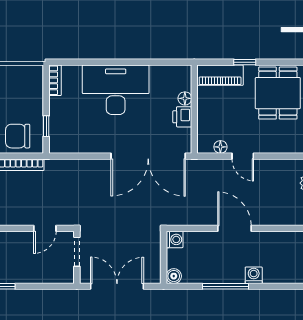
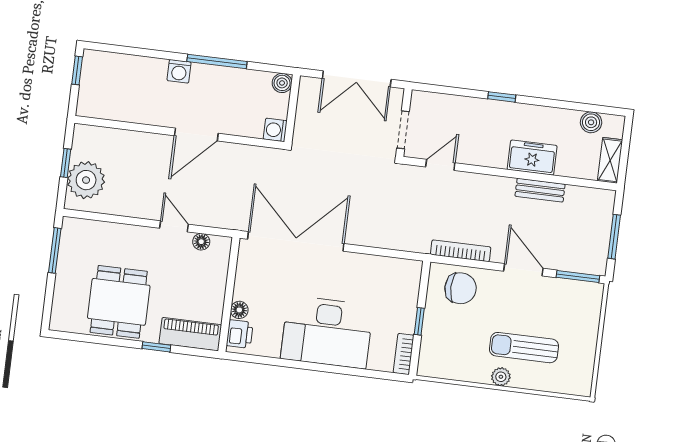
printer: (182, 117) -> (240, 334), moved
window: (46, 126) -> (419, 321), moved
door: (234, 228) -> (196, 135), hinge flipped

